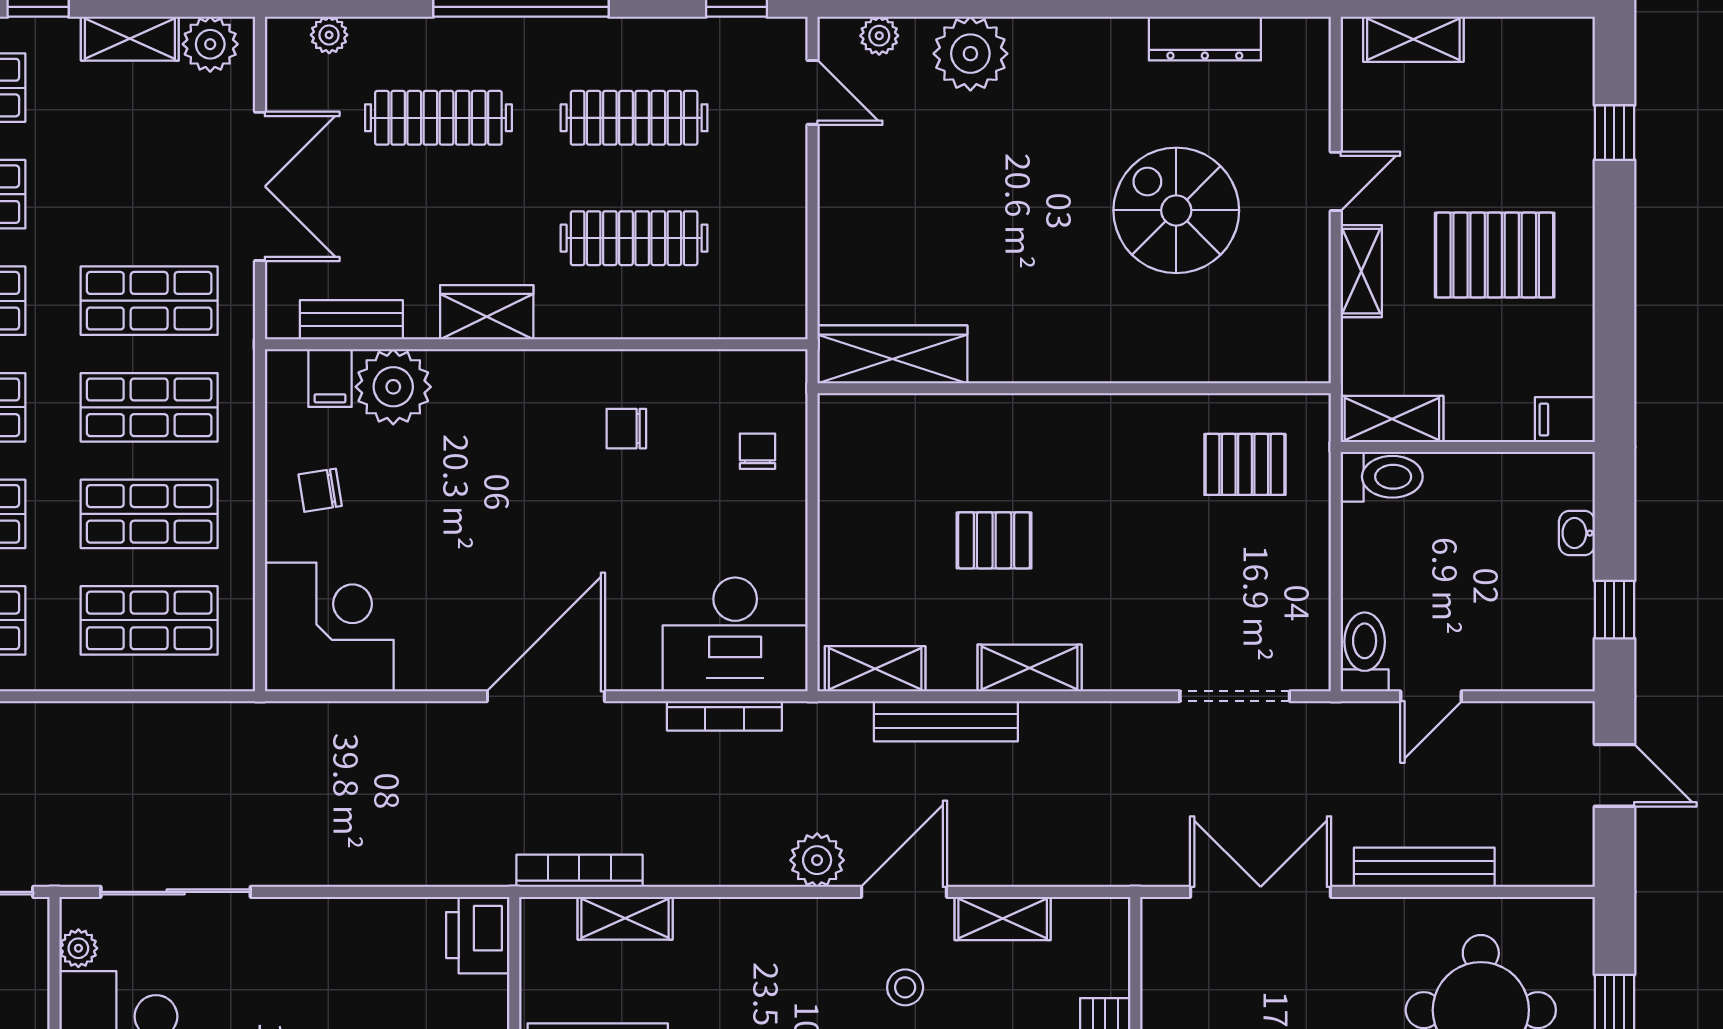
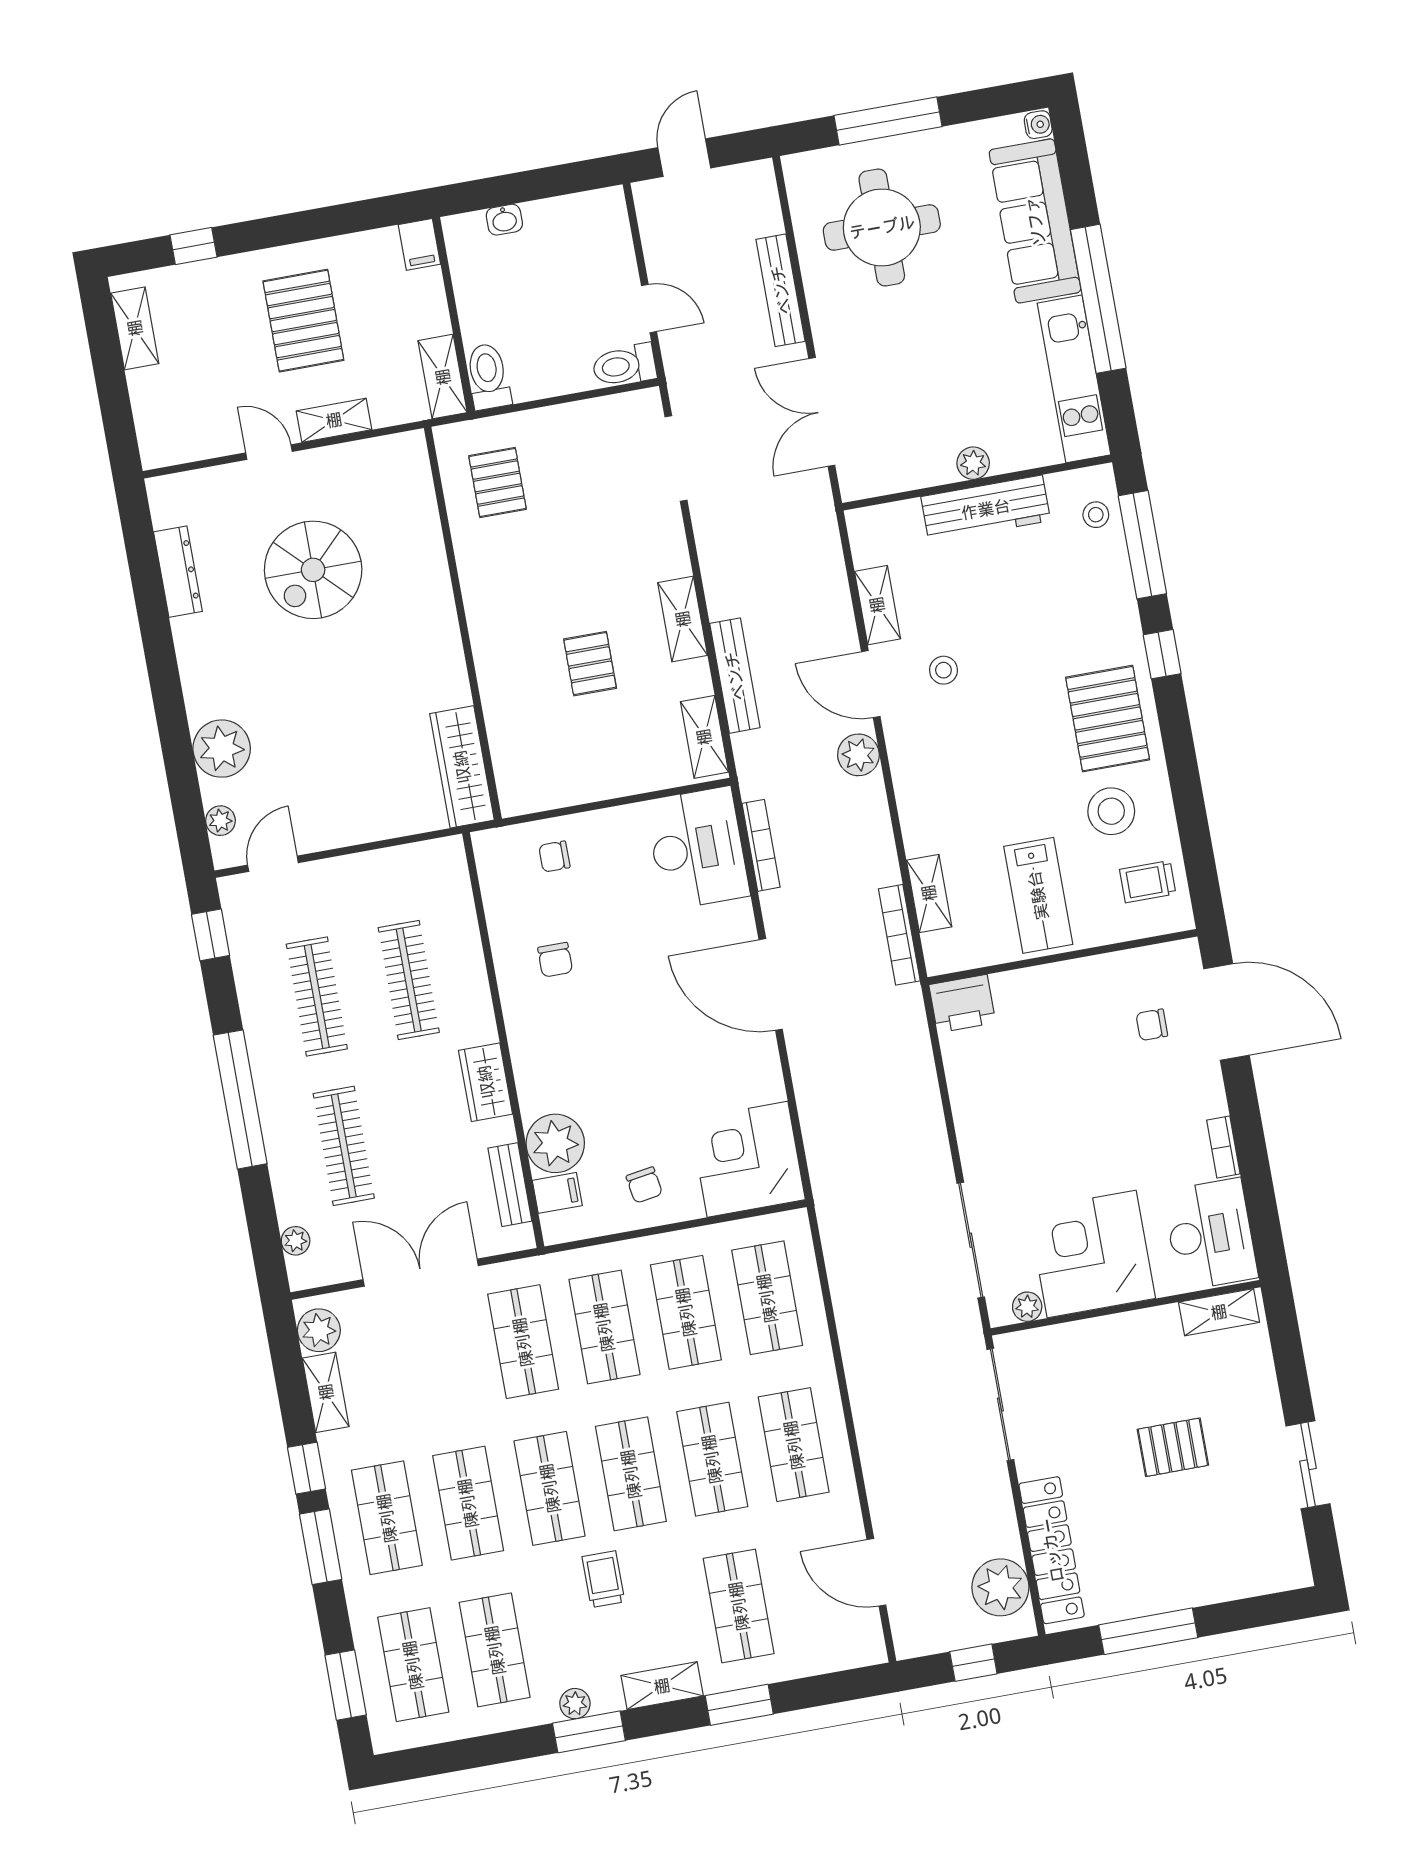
shelving: (1413, 39) -> (135, 328), moved
window: (1614, 610) -> (558, 180), removed

